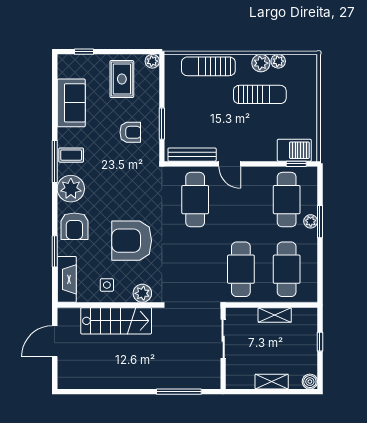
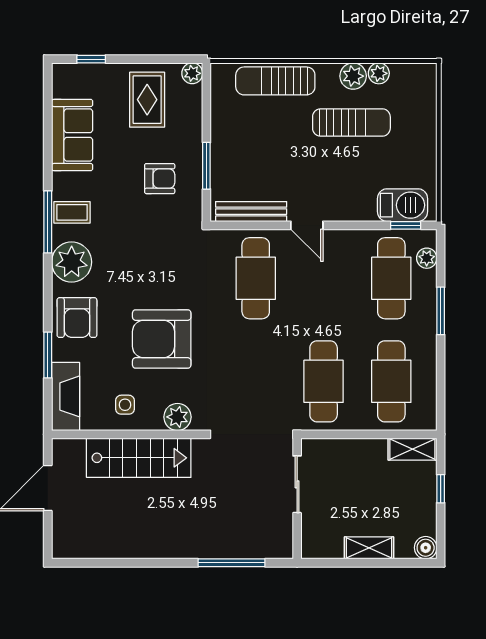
plant: (311, 221) -> (427, 258), moved
shelving: (275, 315) -> (412, 449), moved

